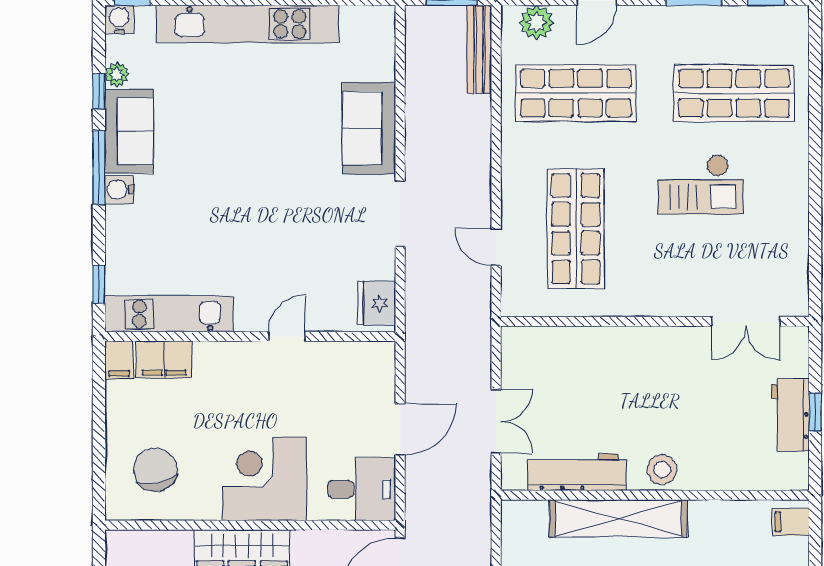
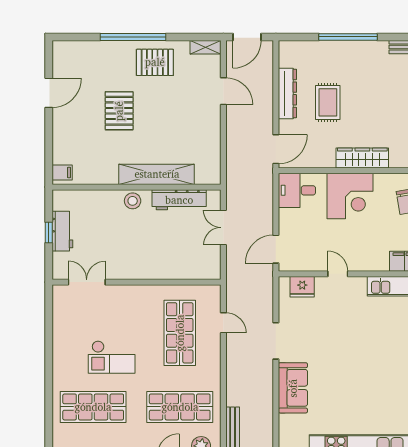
checkout: (700, 185) -> (112, 357), turned 180
fridge: (377, 303) -> (302, 287), moved, turned 90
door: (287, 336) -> (338, 274), swing flipped
door: (400, 429) -> (276, 249), moved

